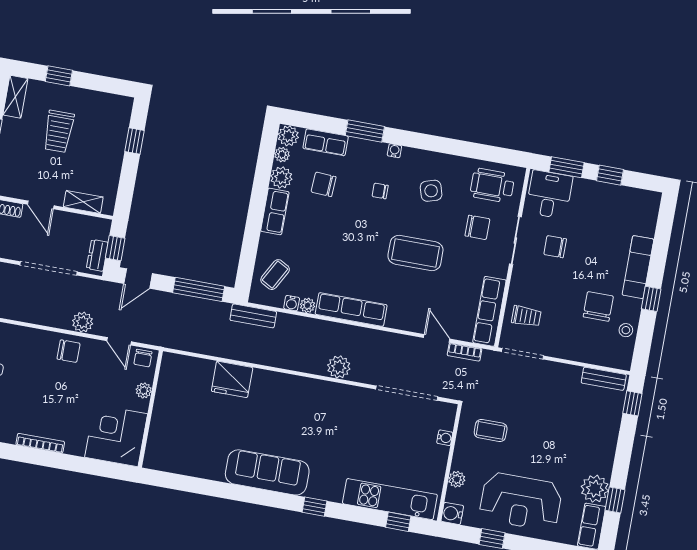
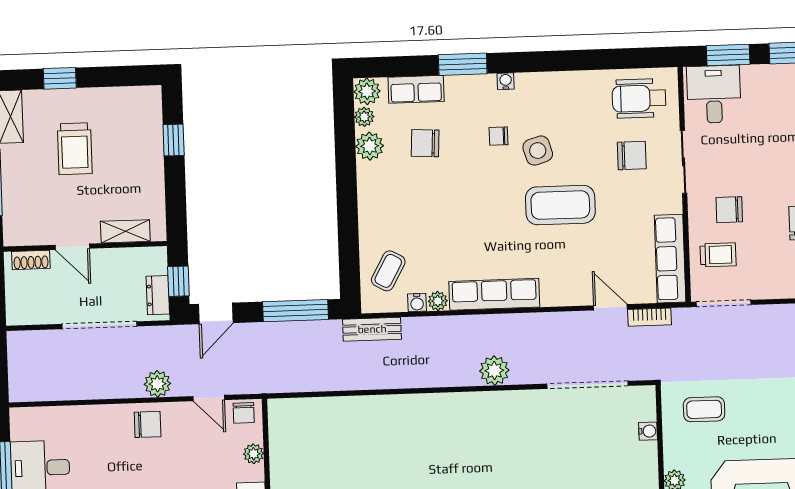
side table: (431, 191) -> (538, 151), moved
row of seats: (275, 211) -> (371, 191), removed
chair: (555, 247) -> (729, 210), moved
fridge: (232, 379) -> (362, 415), removed

